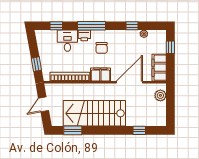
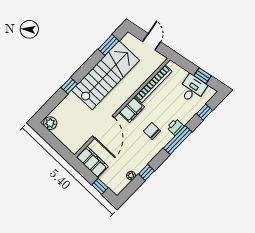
desk: (67, 41) -> (192, 89), moved, turned -100
window: (36, 64) -> (203, 76), moved
plant: (160, 95) -> (50, 123), moved
window: (139, 130) -> (69, 86), moved

